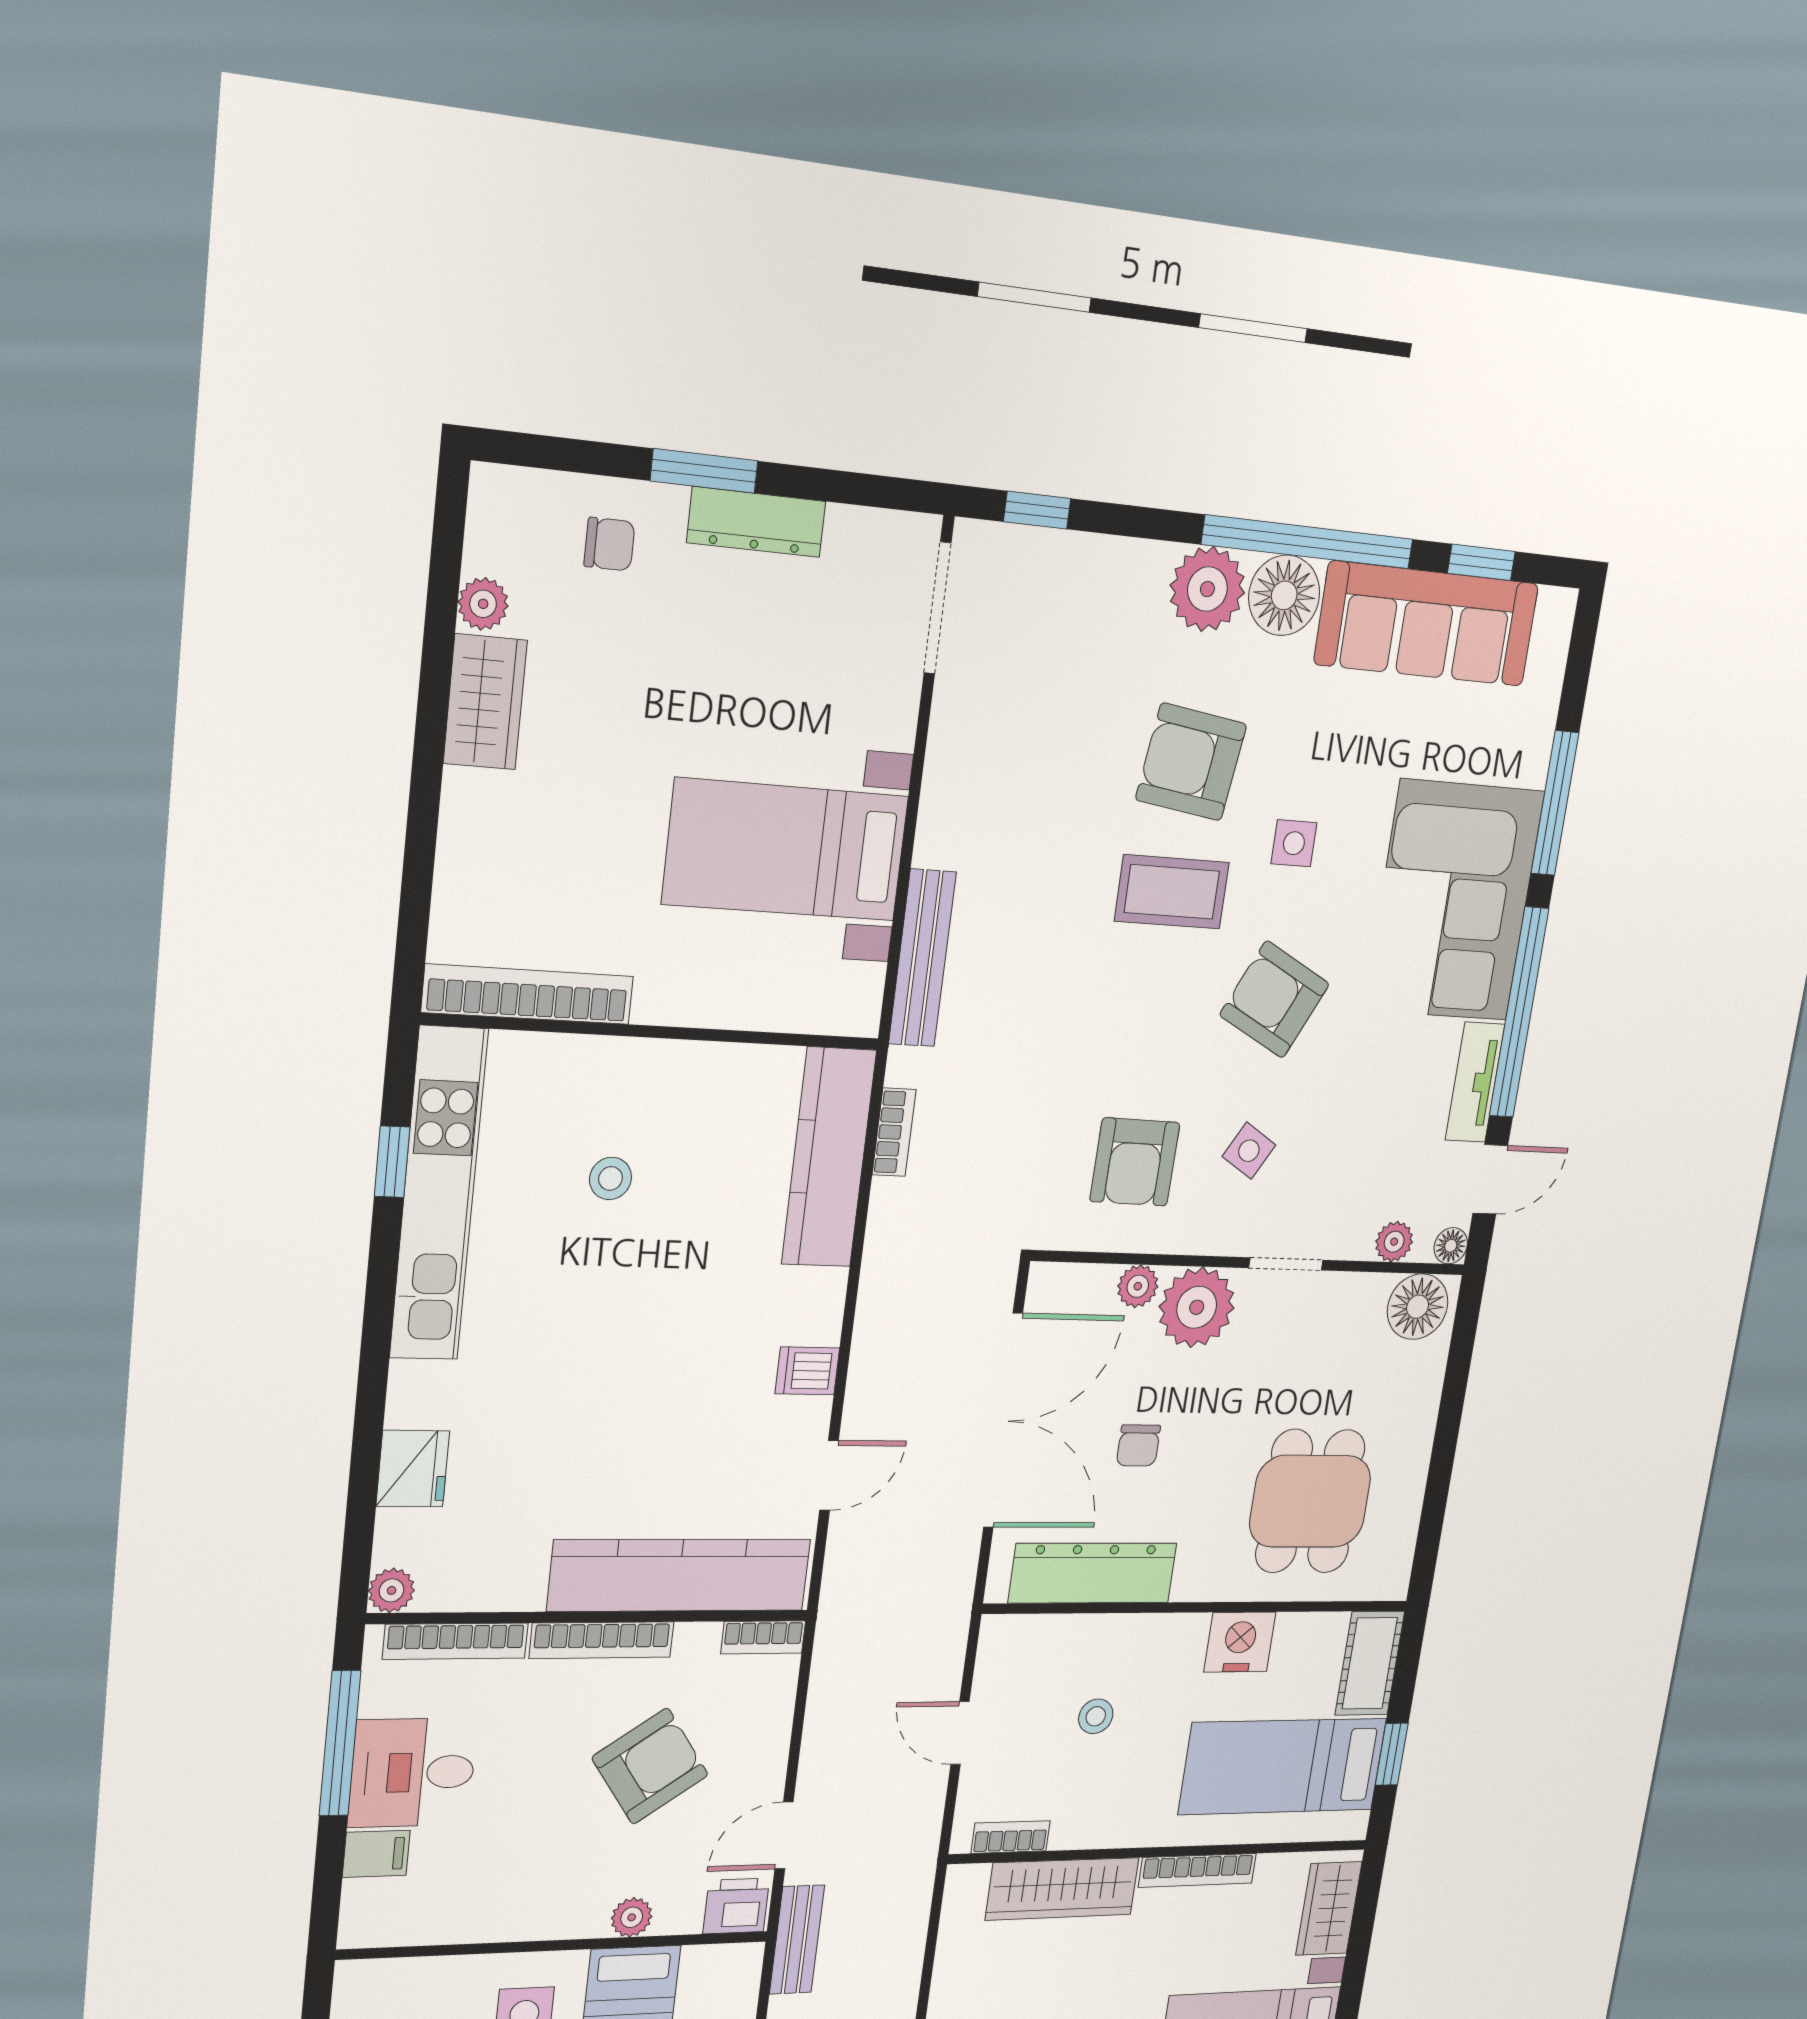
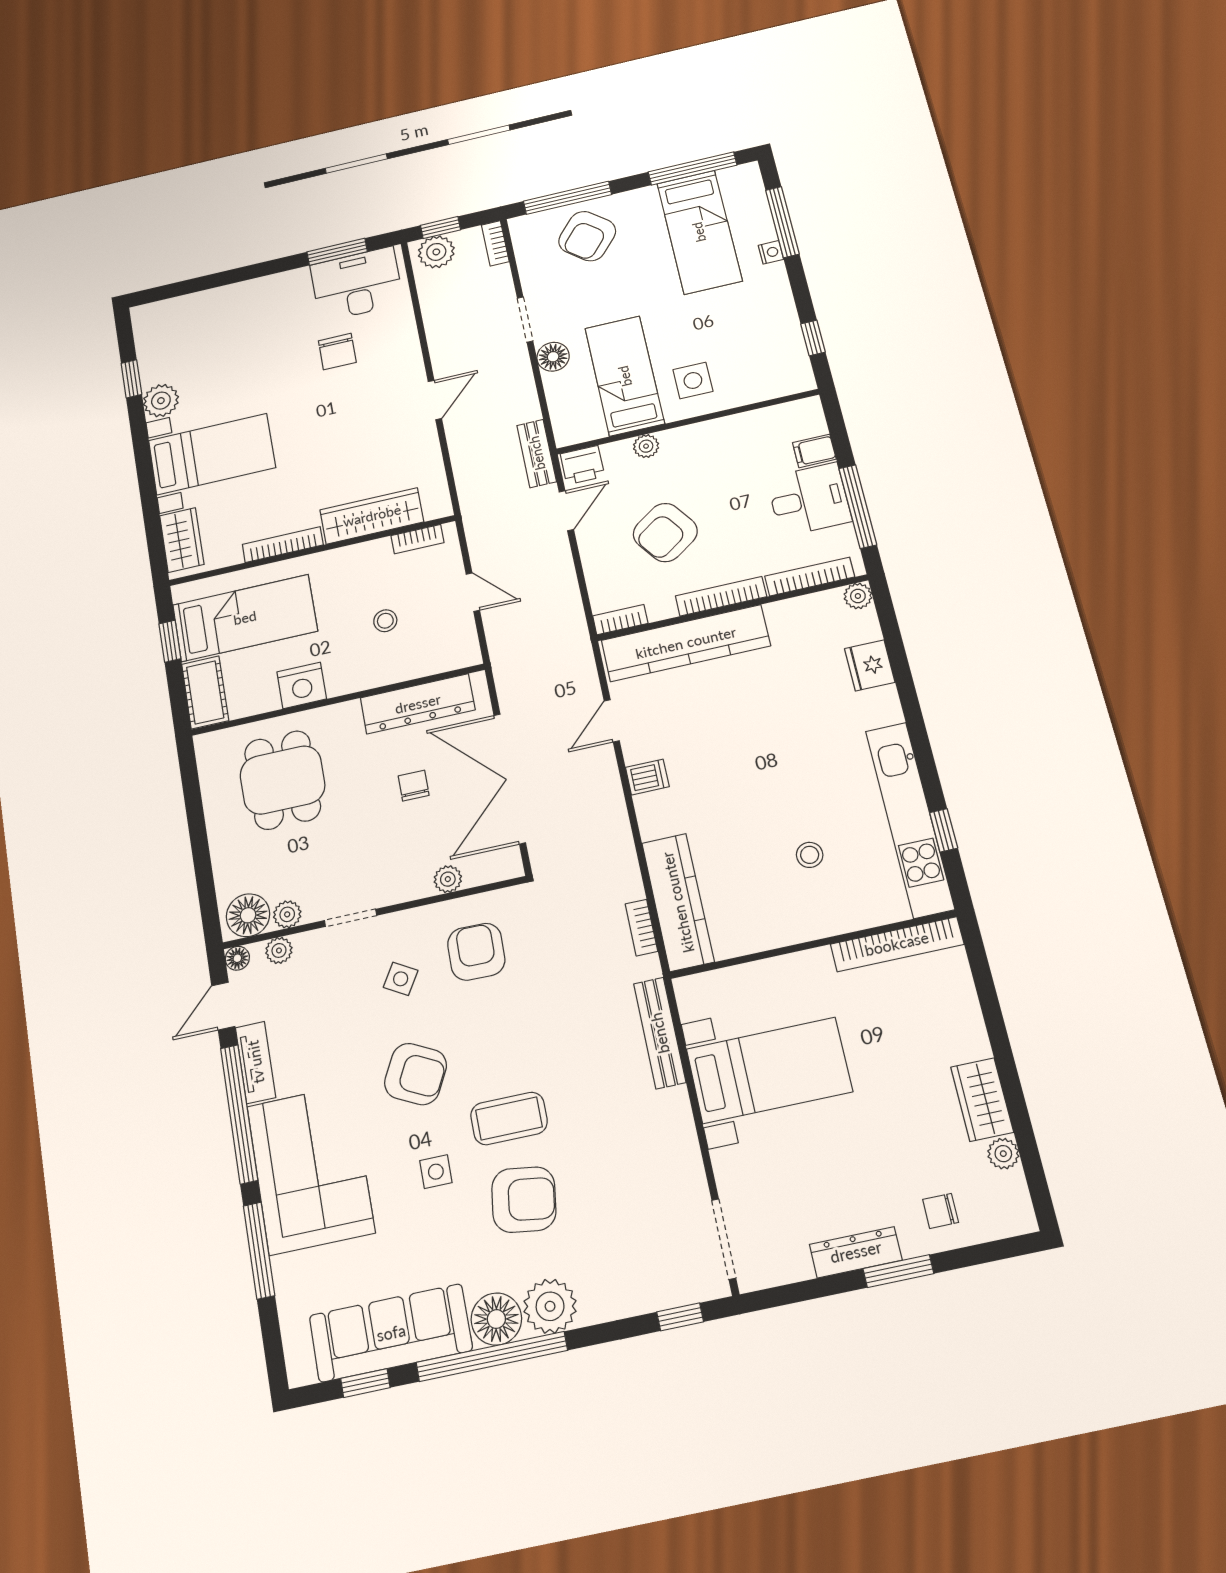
plant: (1197, 1307) -> (287, 914), moved, width x0.53, depth x0.53

